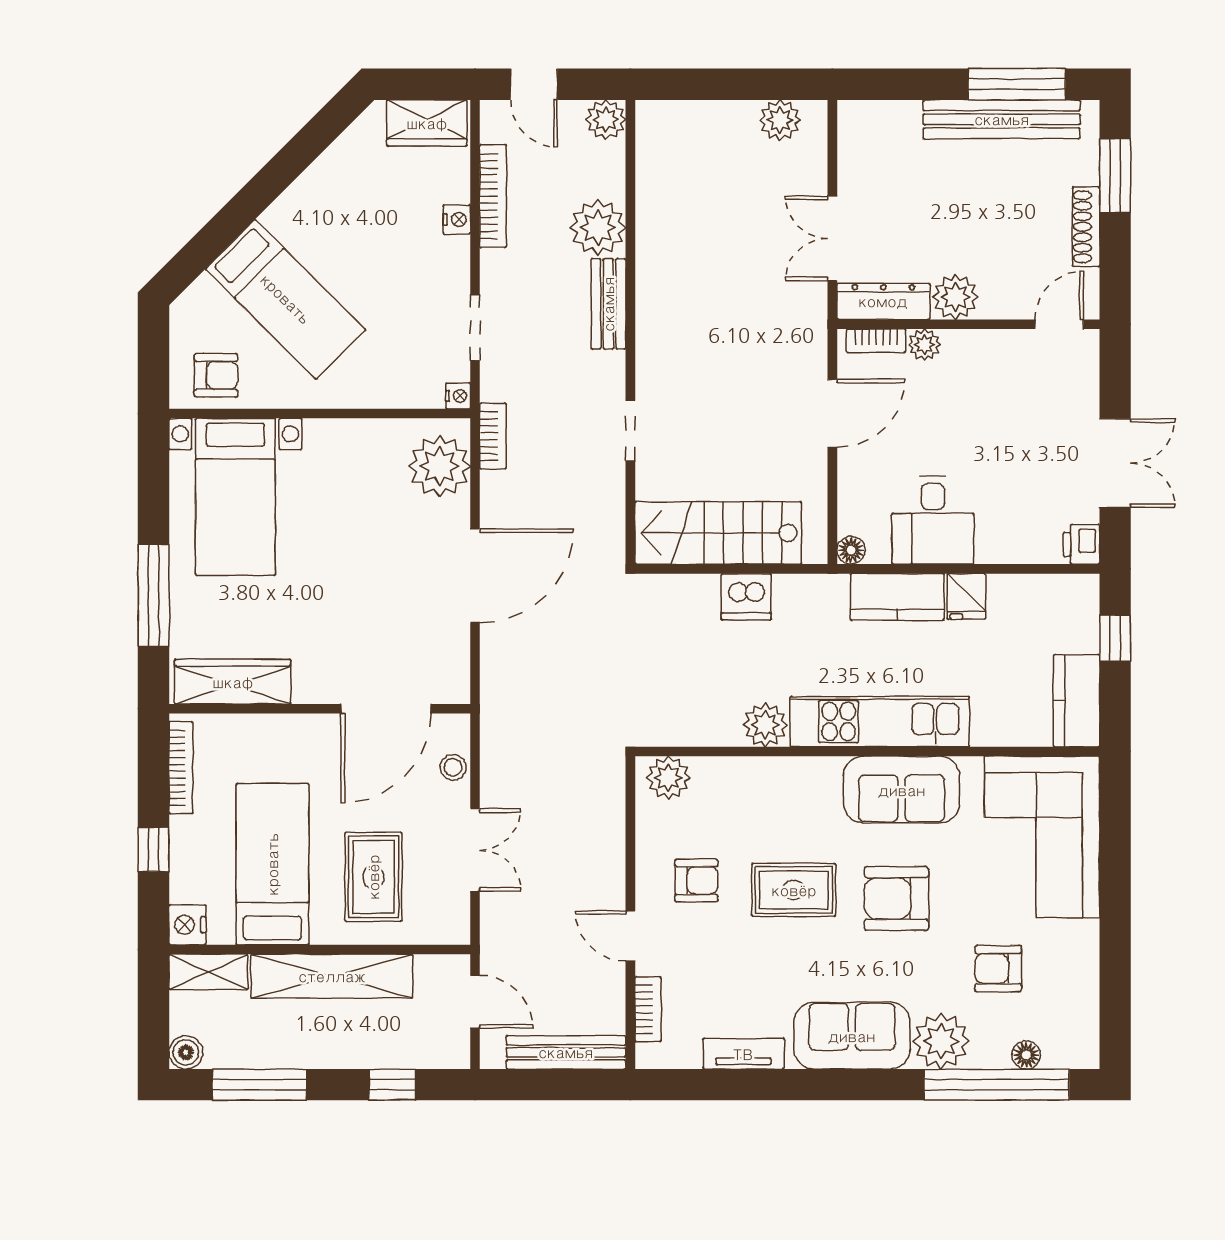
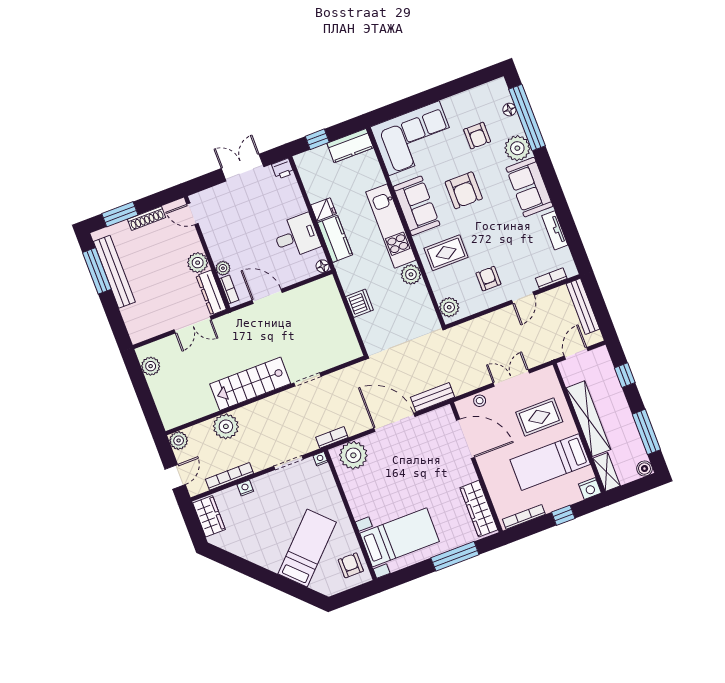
bench: (608, 304) -> (433, 397), moved
stairs: (718, 533) -> (250, 384), moved, turned 90
rug: (794, 890) -> (446, 253), moved, turned 90

